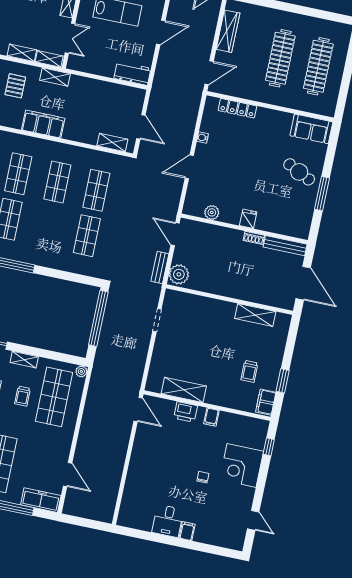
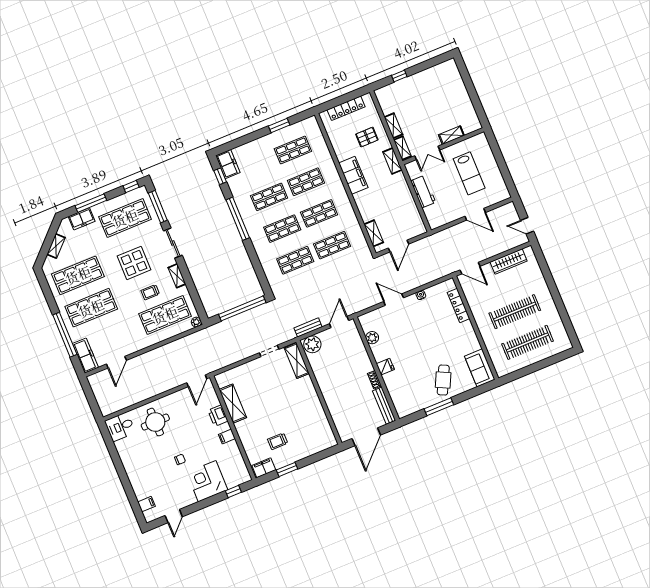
workbench: (132, 73) -> (423, 192), moved
shop shelf: (48, 227) -> (282, 229), added
shelving: (255, 315) -> (297, 361), moved
round table: (151, 476) -> (155, 422), added
desk: (168, 521) -> (120, 427), moved
filing cabinet: (187, 531) -> (146, 504), moved

